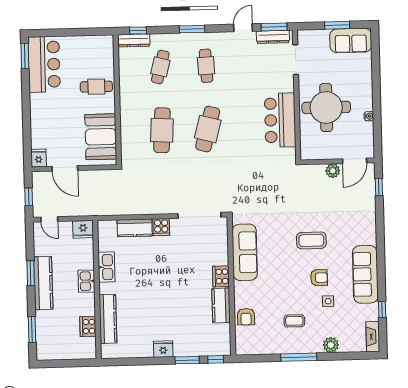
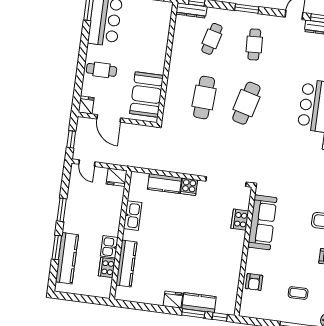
cafe table: (96, 87) -> (101, 70), moved
cooker: (221, 276) -> (240, 220), moved
kitchen sink: (87, 281) -> (109, 247), moved
kitchen counter: (43, 283) -> (67, 258), moved
kitchen counter: (221, 305) -> (199, 303), moved, turned 90
window: (32, 330) -> (57, 248), moved

